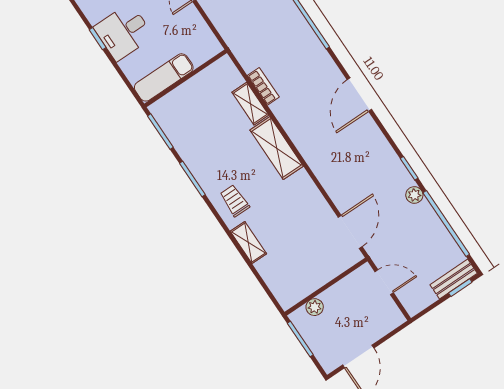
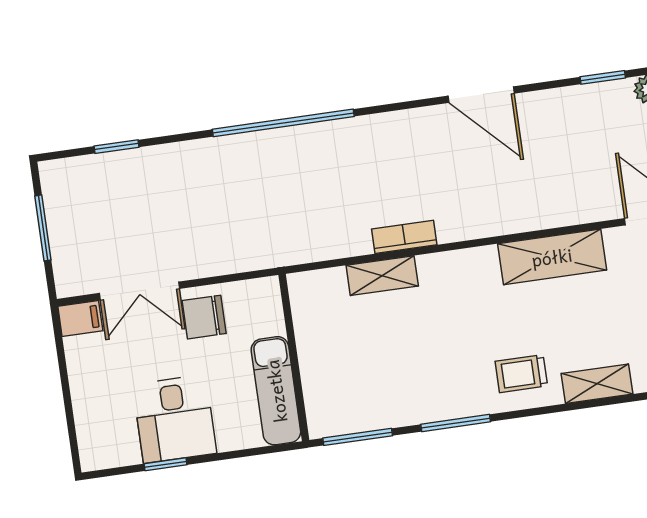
chair: (184, 22) -> (204, 317), added
bookcase: (263, 86) -> (404, 237), moved
door: (359, 95) -> (481, 95), moved
shelving: (277, 148) -> (552, 257), moved

